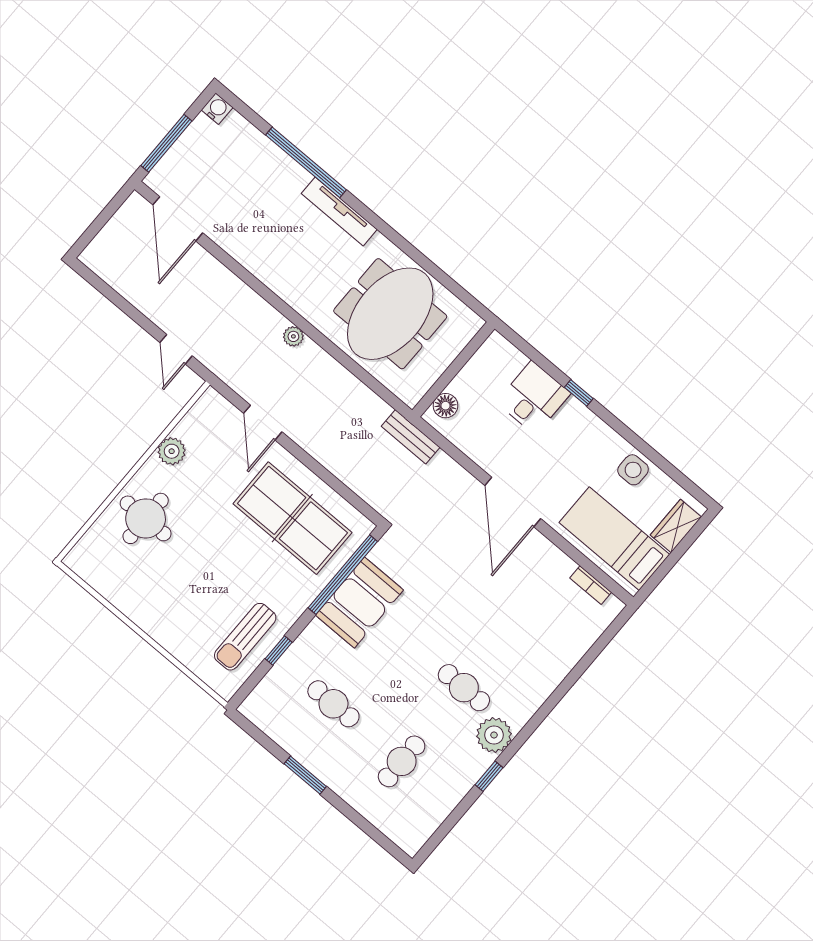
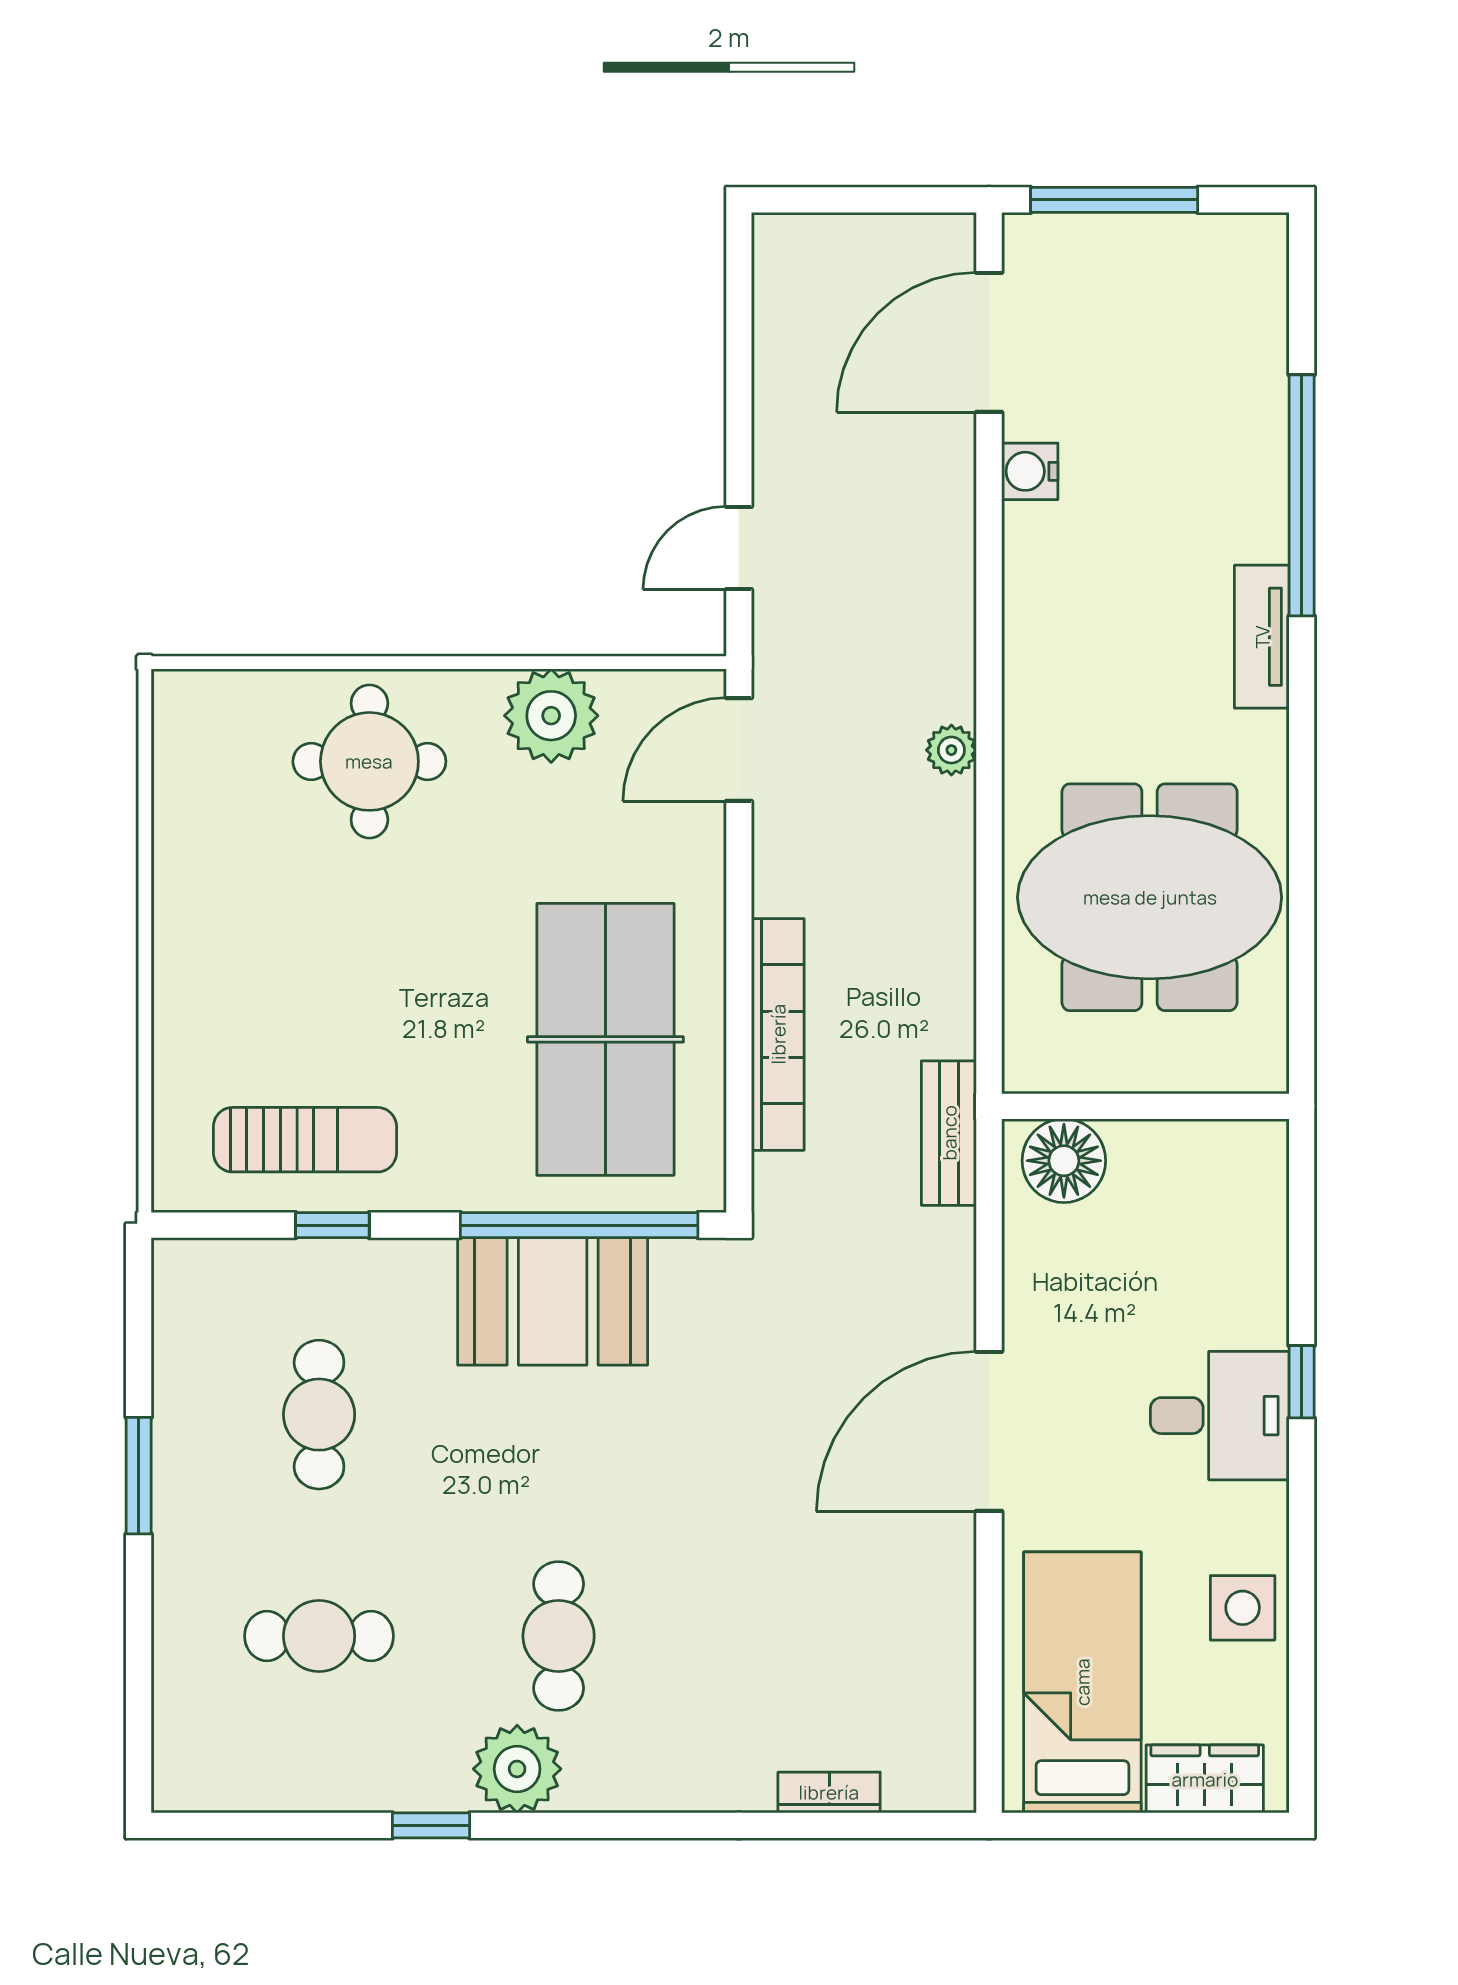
water cooler: (217, 109) -> (1030, 471), moved, turned 180
tv unit: (339, 211) -> (1262, 637), width x0.71
desk: (533, 398) -> (1220, 1416), moved
floor lamp: (445, 406) -> (1064, 1161), width x1.38, depth x1.38
door: (263, 423) -> (739, 750), moved
plant: (172, 451) -> (551, 716), width x1.36, depth x1.36
bookcase: (336, 464) -> (778, 1034), added
bookcase: (591, 585) -> (829, 1792), moved, turned 90
sun lounger: (245, 637) -> (305, 1140), turned 180

